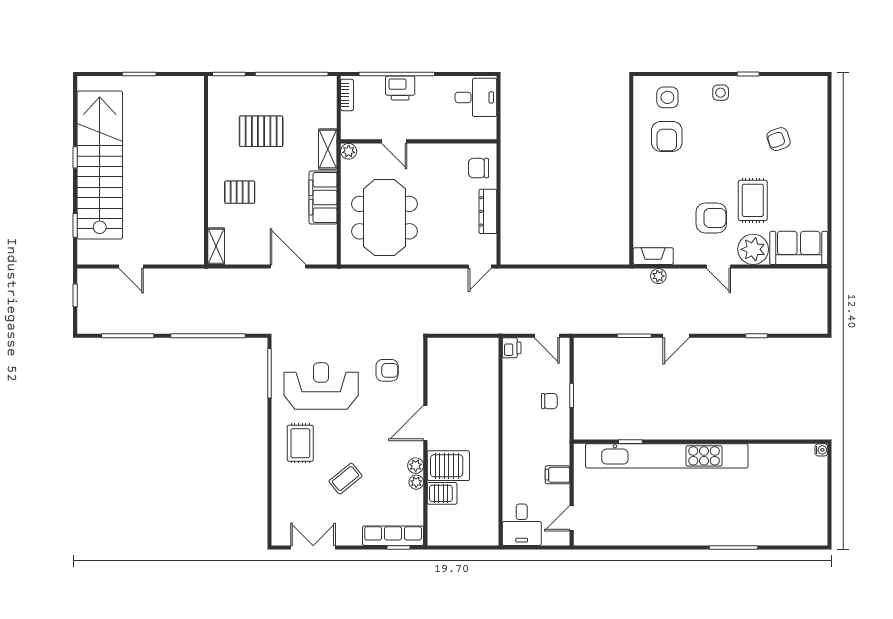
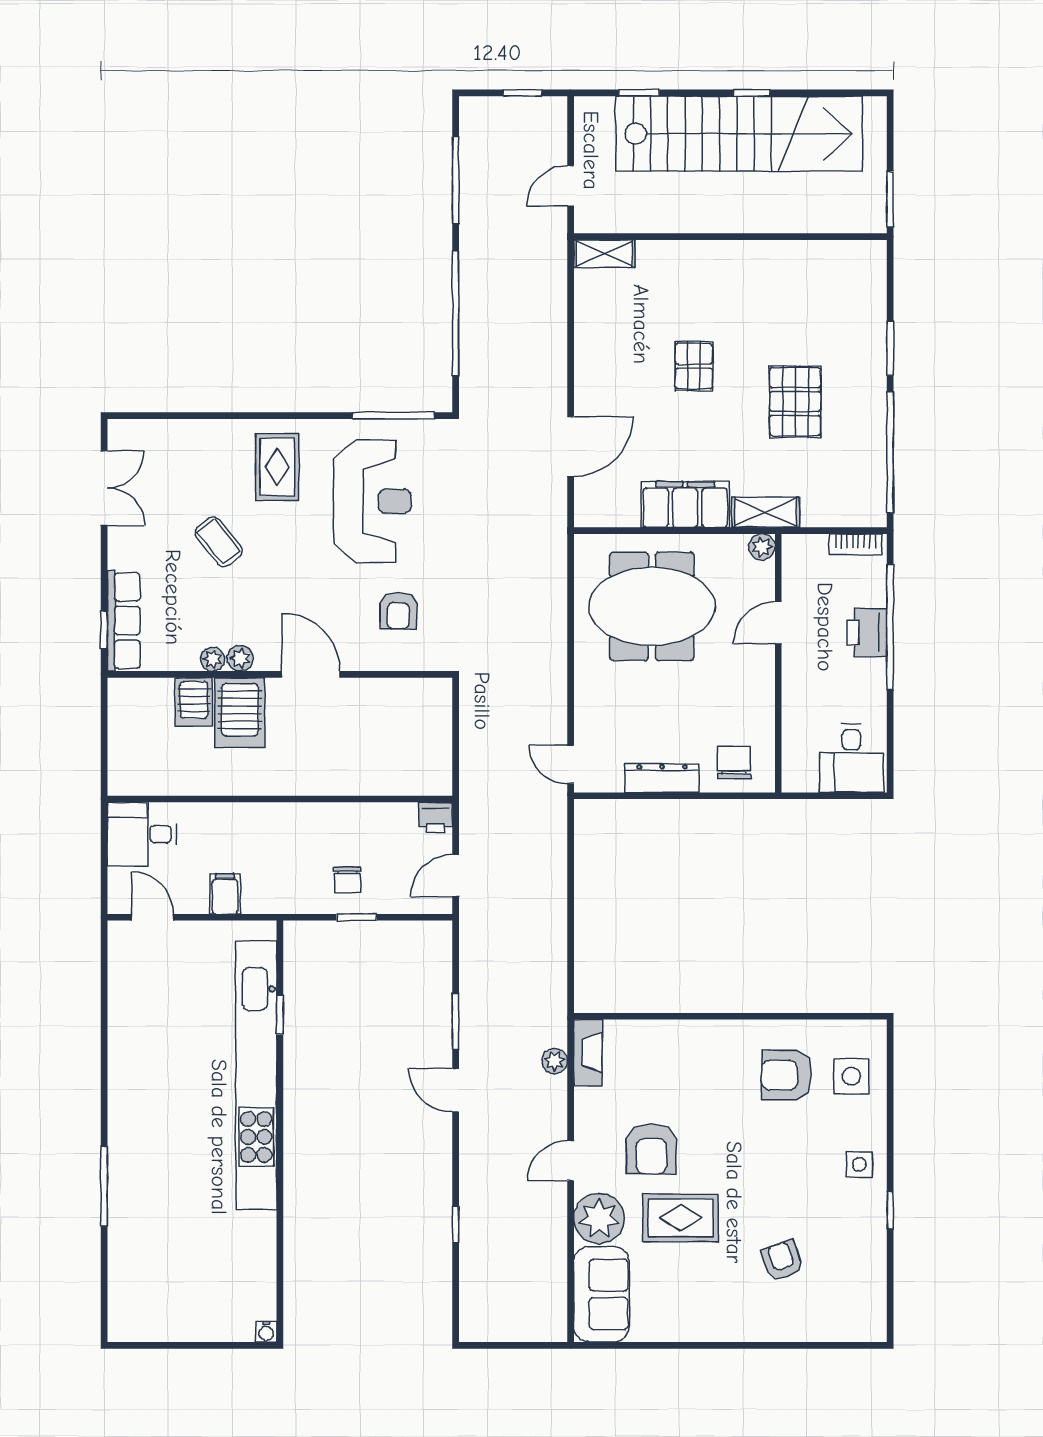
wall: (206, 170) -> (730, 237), moved
shelving: (216, 246) -> (604, 254), moved
rug: (300, 443) -> (277, 467), turned 90

